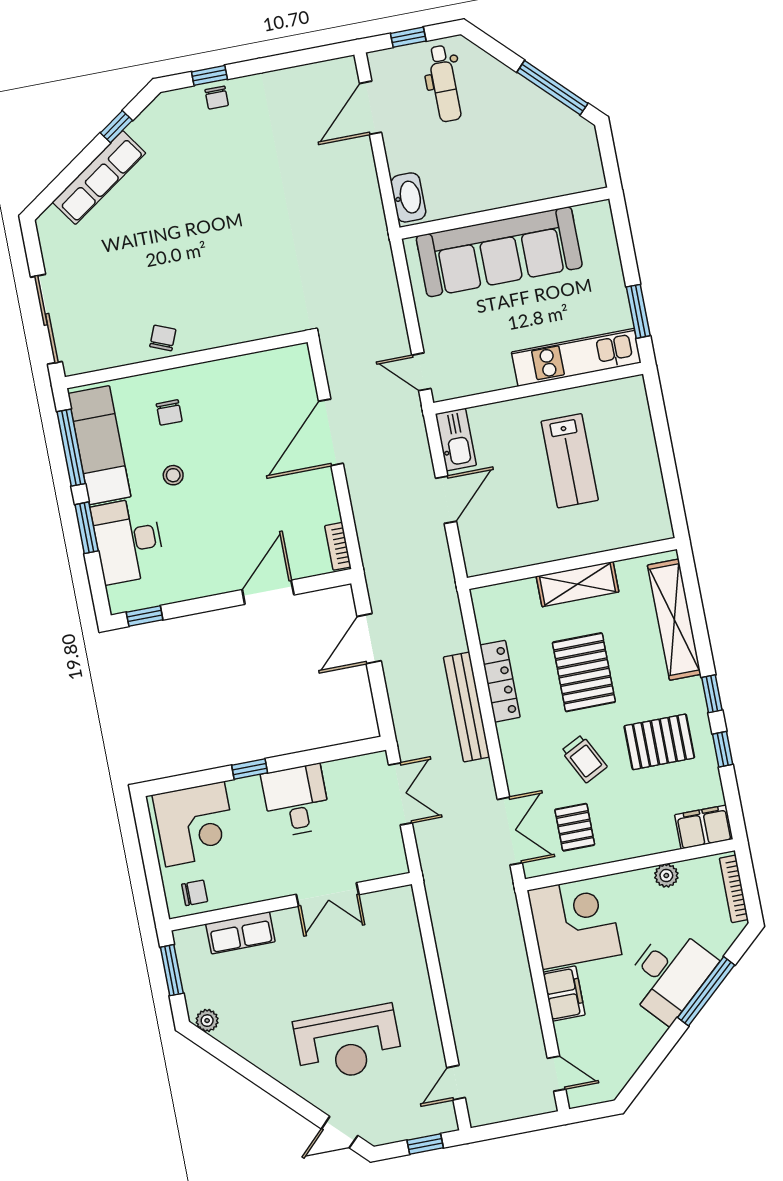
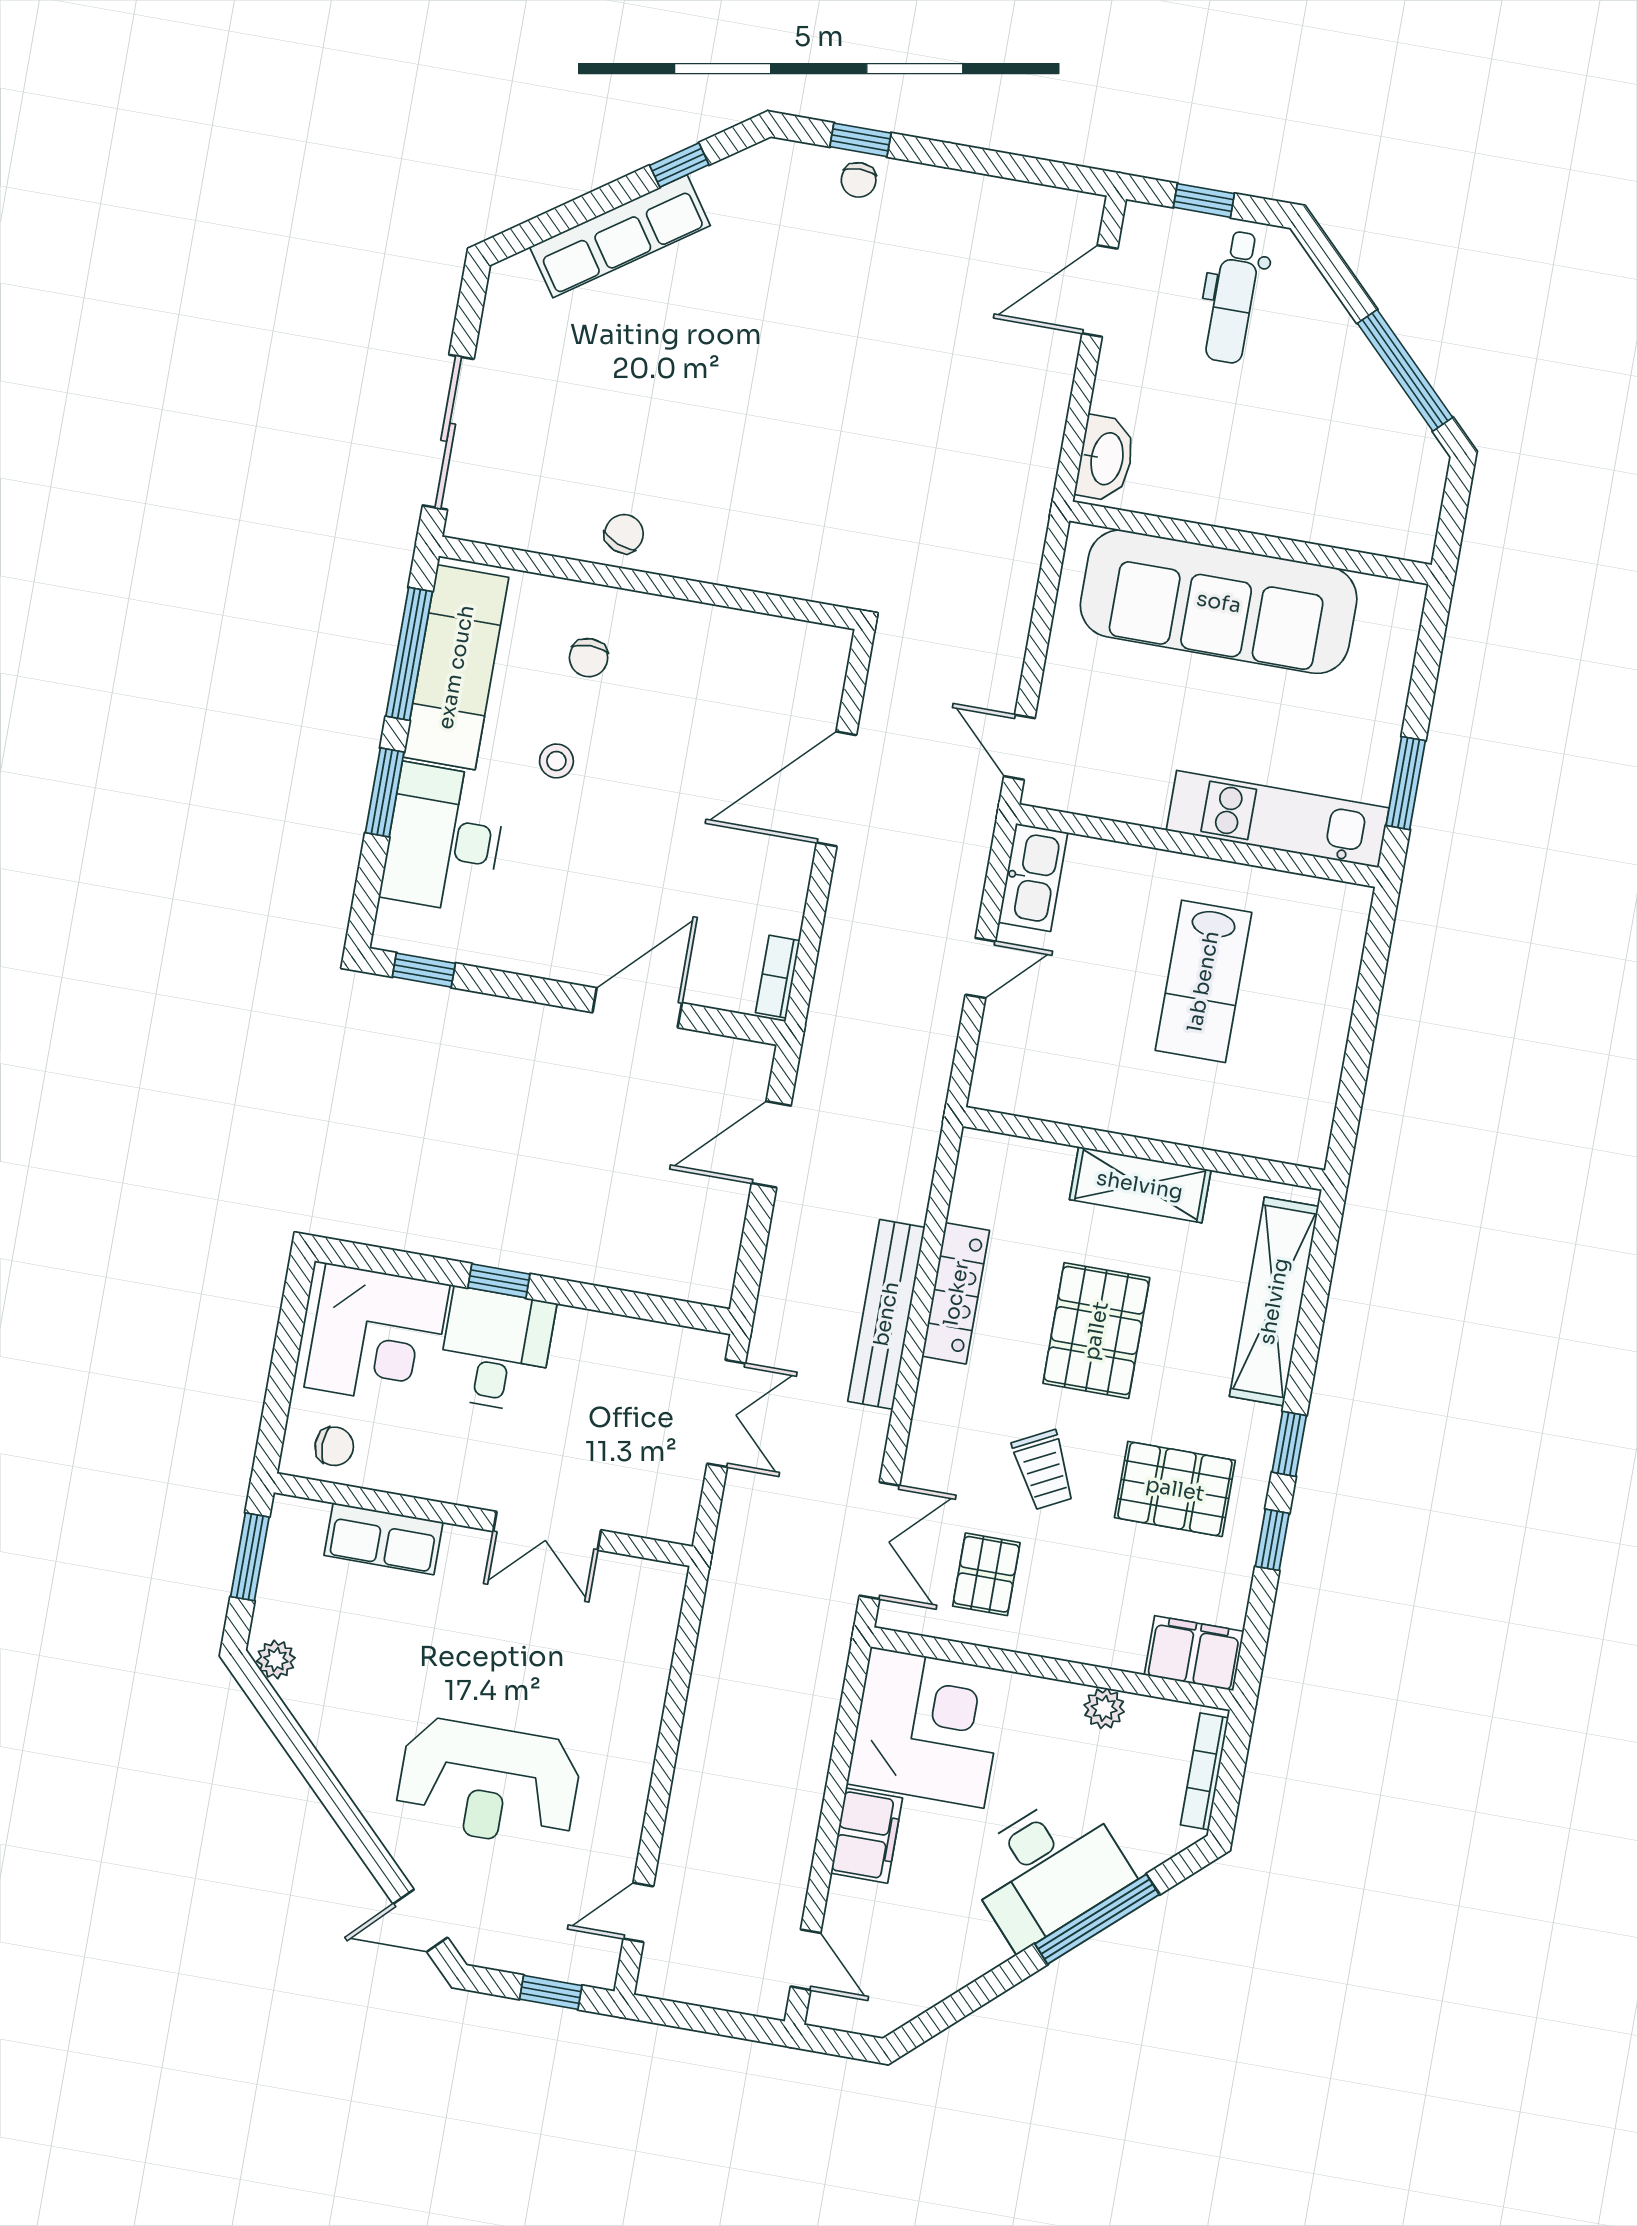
door: (446, 500) -> (980, 968), width x0.73
desk: (296, 801) -> (496, 1350), moved

